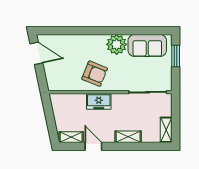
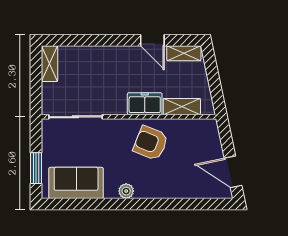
plant: (117, 44) -> (126, 191), width x0.53, depth x0.53
shelving: (128, 137) -> (182, 107), moved

